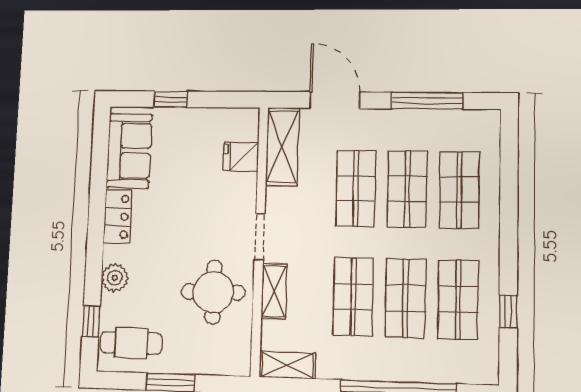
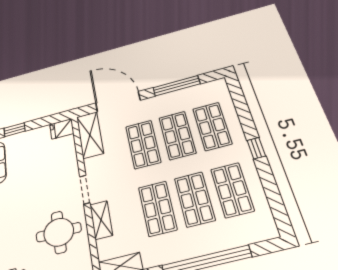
door: (335, 100) -> (118, 102), width x1.36
fridge: (241, 157) -> (62, 129), moved
window: (508, 311) -> (256, 148), moved

